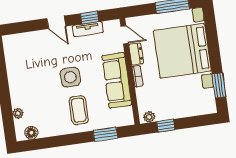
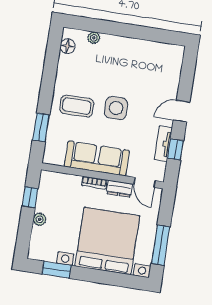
door: (125, 35) -> (145, 182), hinge flipped
plant: (149, 117) -> (40, 219), moved

